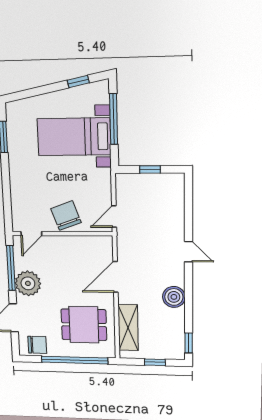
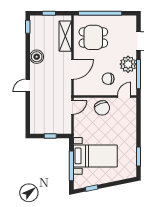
door: (189, 252) -> (28, 86), hinge flipped
chair: (37, 345) -> (108, 79), moved

